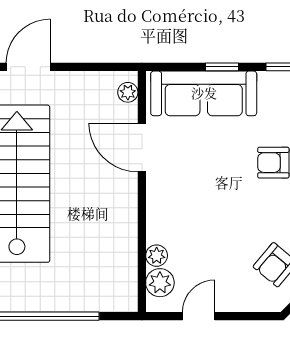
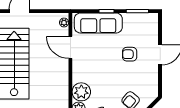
plant: (157, 256) -> (81, 92), width x1.88, depth x1.88

